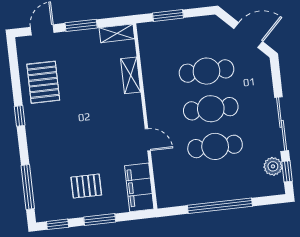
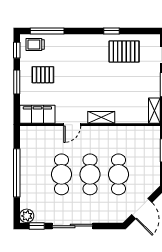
shelving: (131, 75) -> (101, 117), moved
window: (20, 116) -> (112, 31), moved
plant: (273, 166) -> (27, 216), moved
pallet: (86, 186) -> (43, 75), turned 90
trolley: (47, 201) -> (35, 44), added

